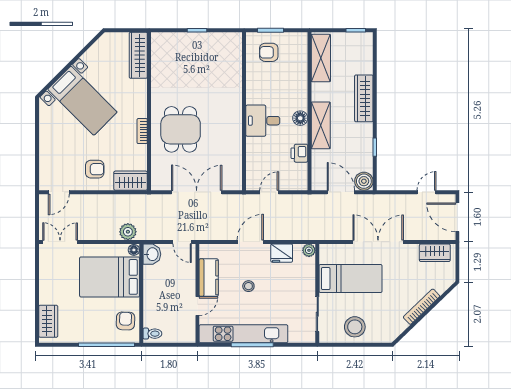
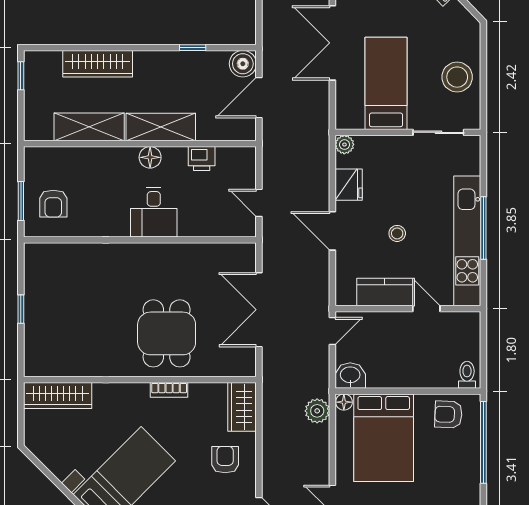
shelving: (321, 58) -> (89, 127), moved
wardrobe: (364, 98) -> (98, 64), moved
dining table: (181, 129) -> (167, 333), turned 90

